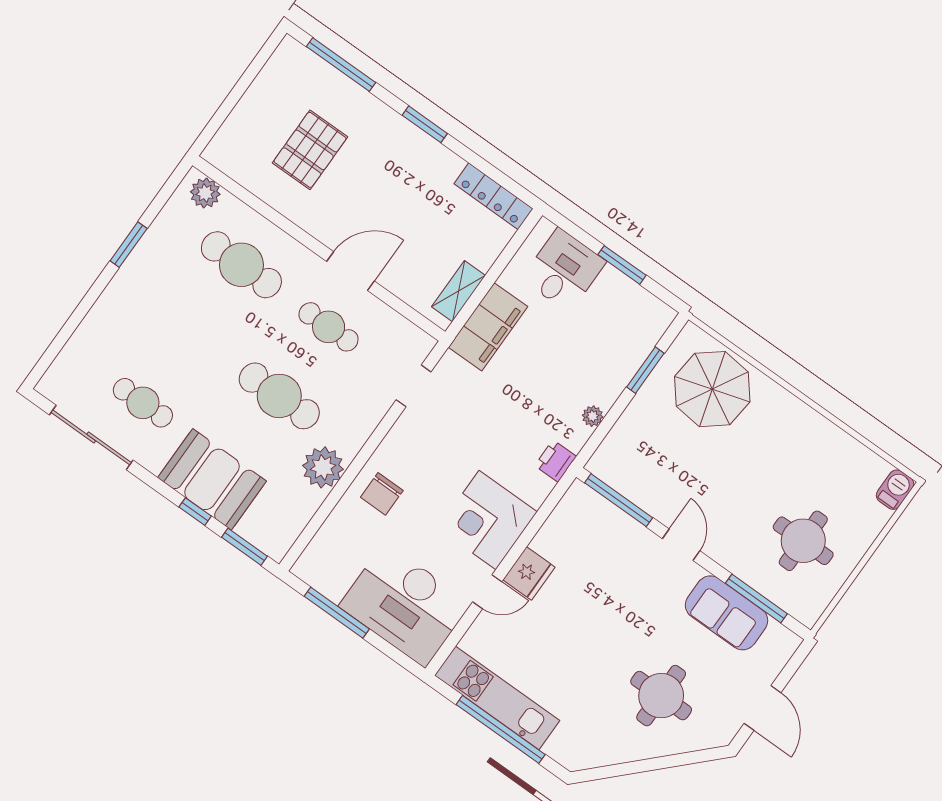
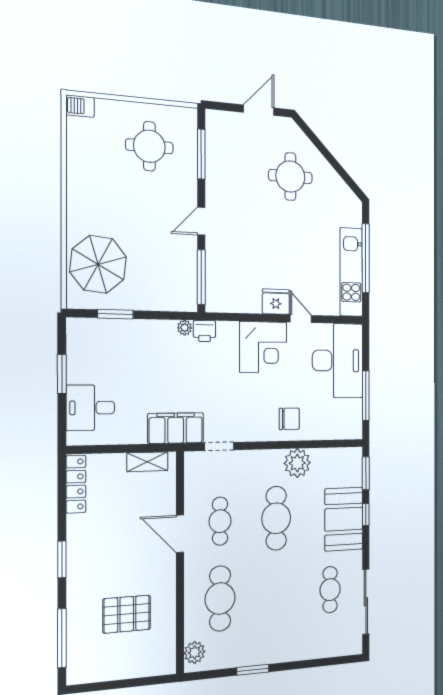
filing cabinet: (488, 327) -> (176, 428), moved
plant: (593, 416) -> (185, 328), moved
sofa: (727, 613) -> (221, 167), removed

